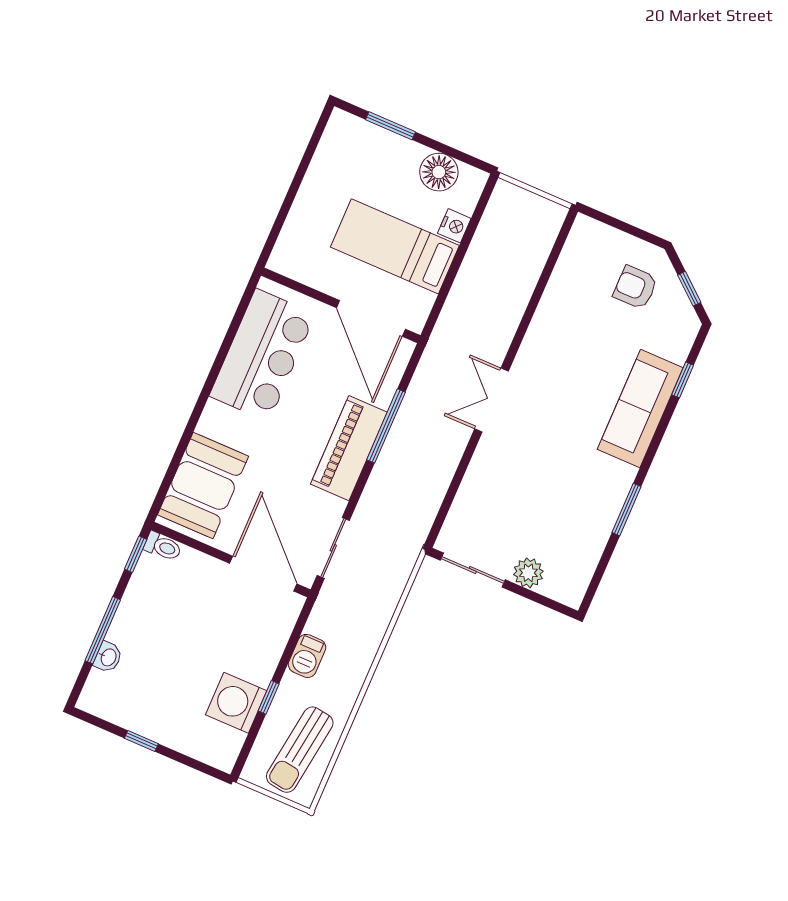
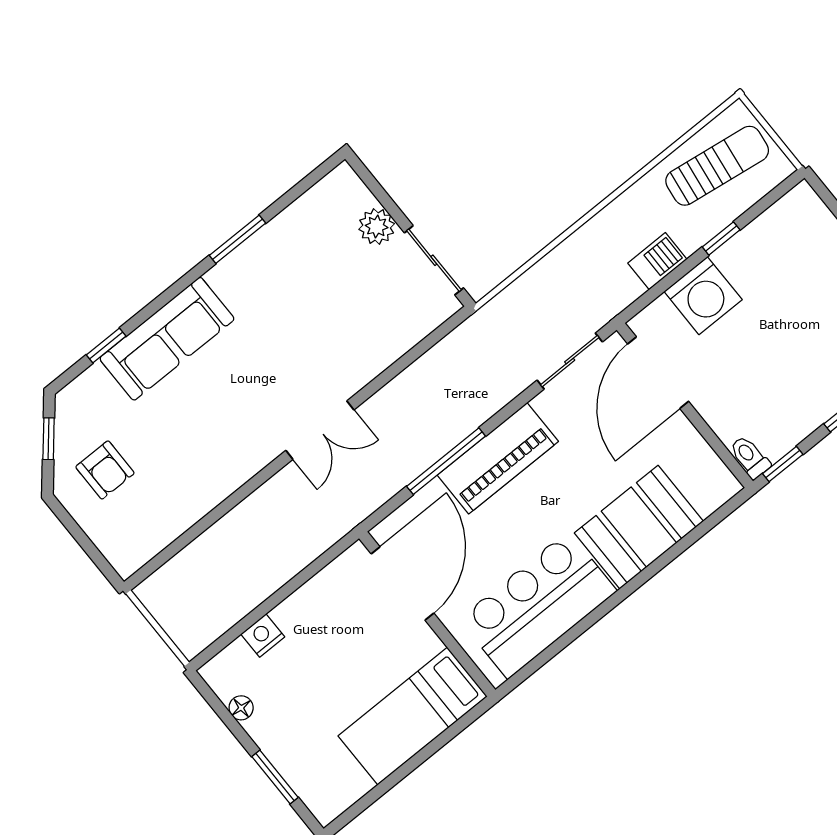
floor lamp: (439, 172) -> (241, 708), width x0.53, depth x0.53
bed: (395, 246) -> (413, 716), moved, turned 90
booth: (203, 486) -> (639, 527), moved
washing machine: (236, 703) -> (703, 296), moved

